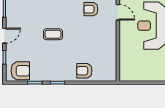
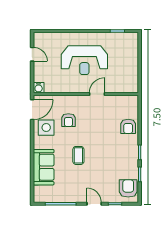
door: (118, 12) -> (97, 94), moved
coffee table: (53, 34) -> (78, 155), moved

